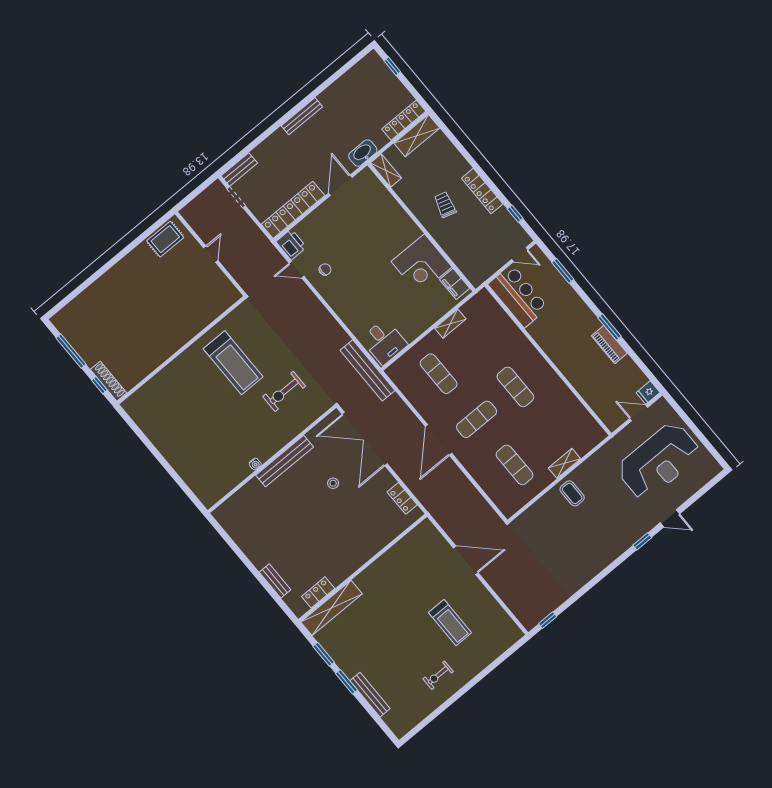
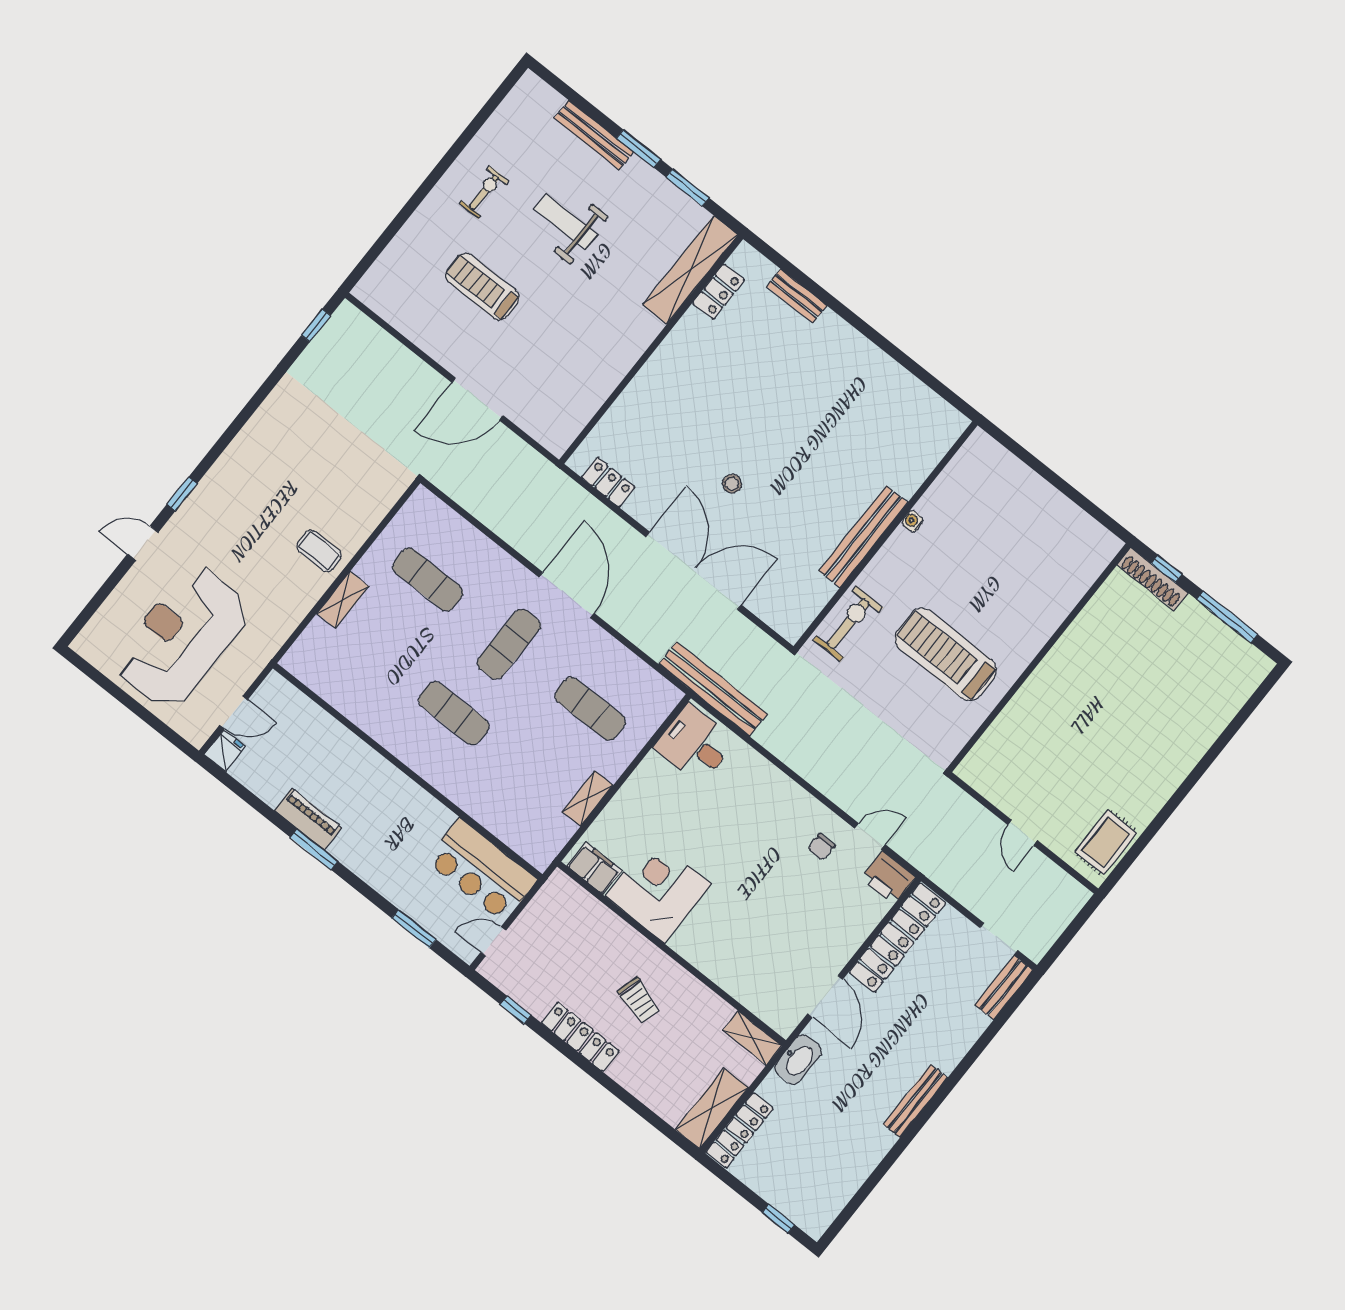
wall: (272, 459) -> (886, 536), moved
bench: (285, 461) -> (863, 537), moved
water cooler: (255, 464) -> (913, 521), moved
weight bench: (396, 649) -> (566, 222), added

